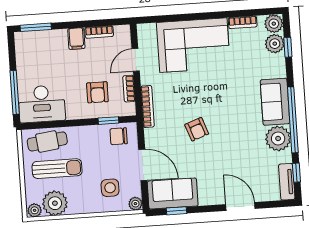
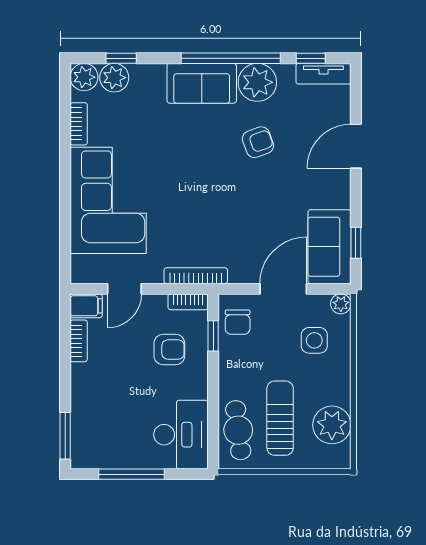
filing cabinet: (76, 39) -> (86, 306), moved
door: (136, 60) -> (124, 289), hinge flipped
bookcase: (129, 89) -> (188, 302), moved
window: (15, 92) -> (132, 474), moved
armchair: (197, 129) -> (258, 142), moved
plant: (35, 210) -> (340, 456), removed

